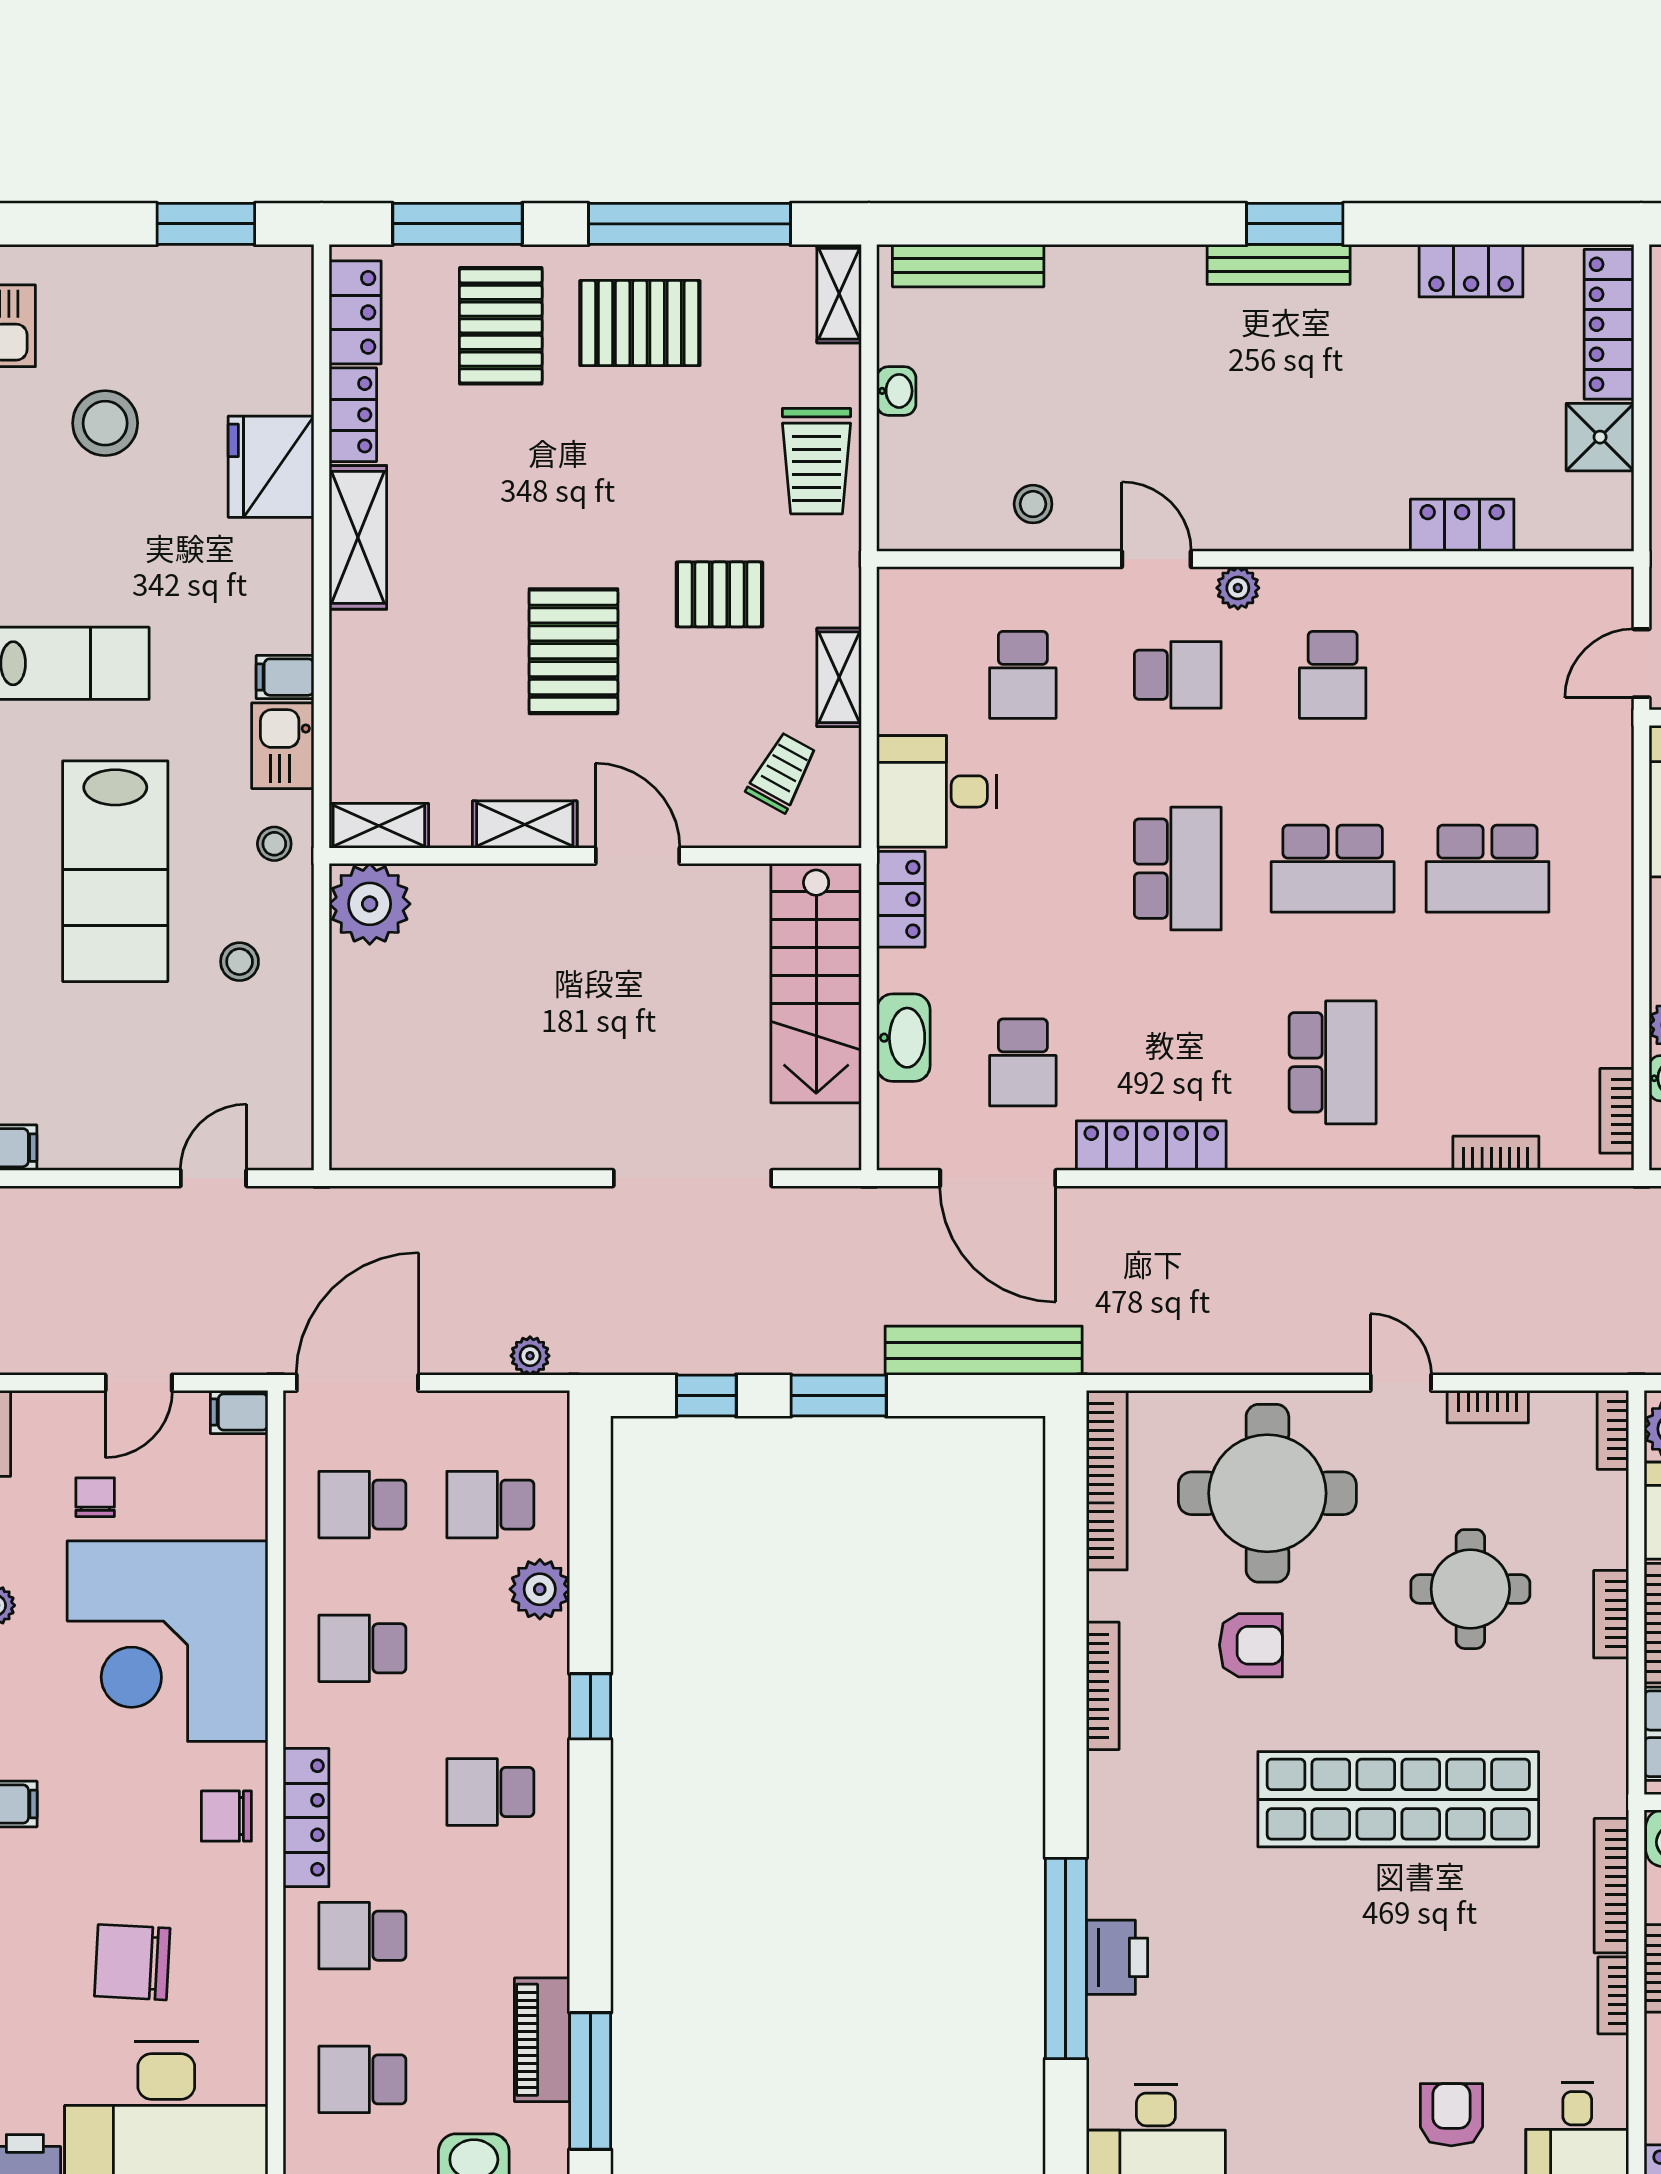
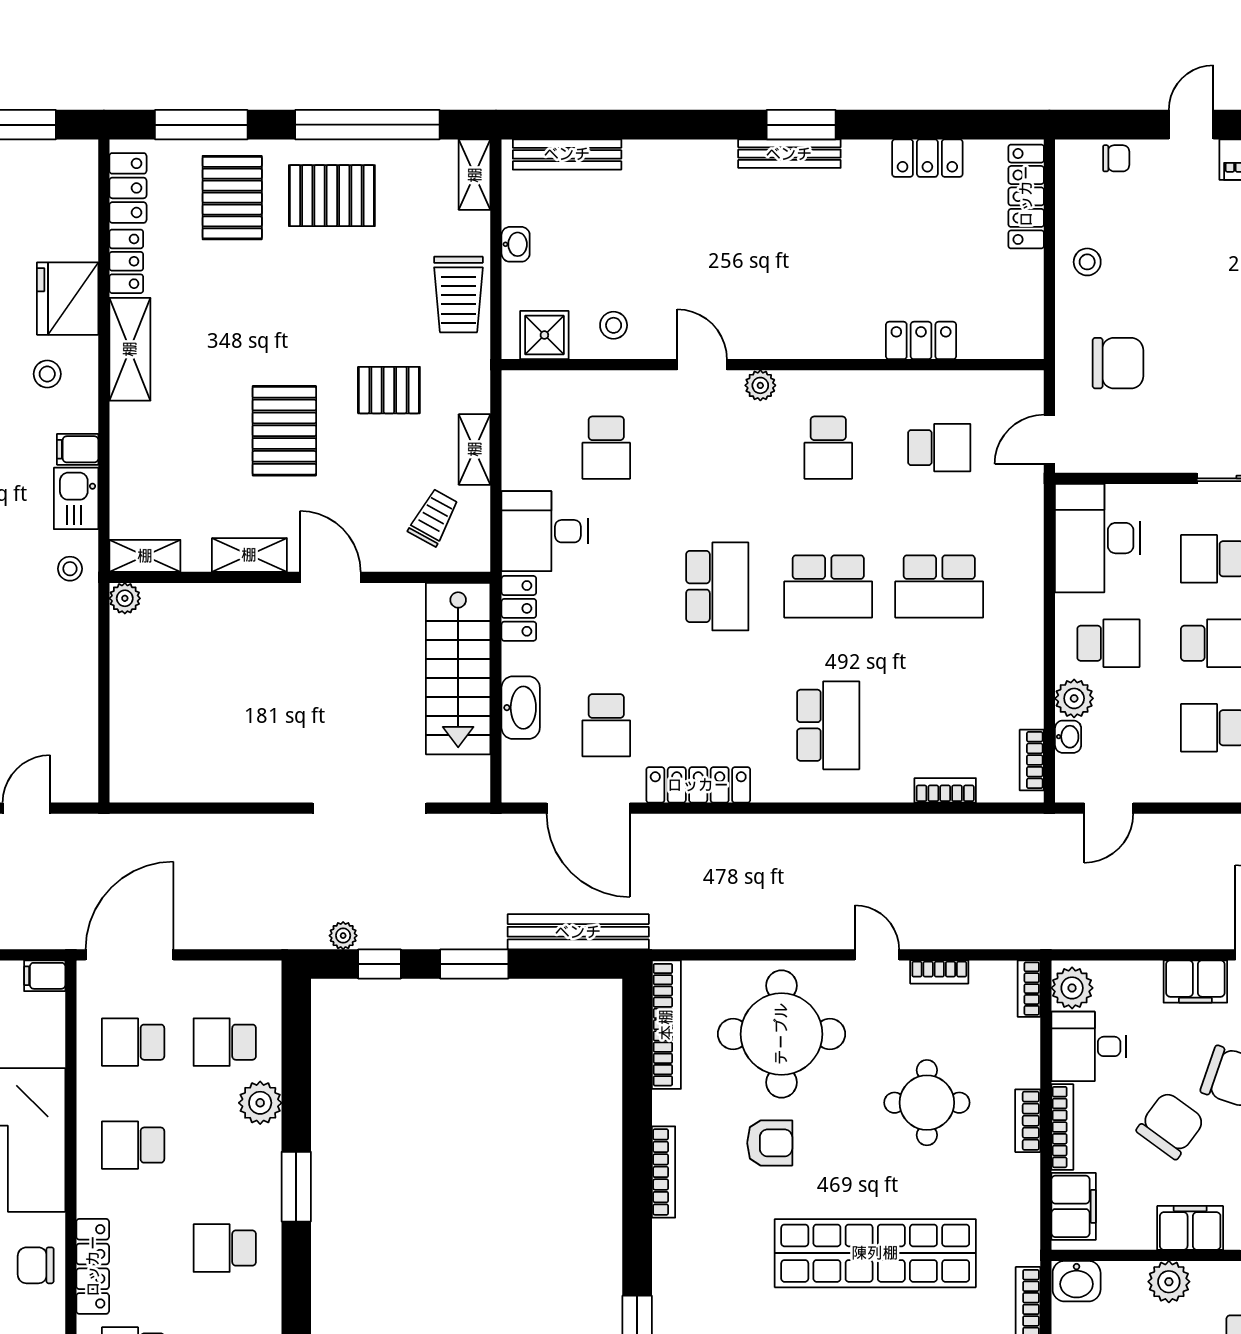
shower: (1600, 437) -> (544, 335), moved
school desk: (1178, 675) -> (939, 448), moved
plant: (370, 904) -> (125, 598), width x0.53, depth x0.53
stool: (240, 962) -> (47, 374), moved
plant: (530, 1356) -> (343, 936), moved
window: (590, 1706) -> (296, 1187), width x1.50

